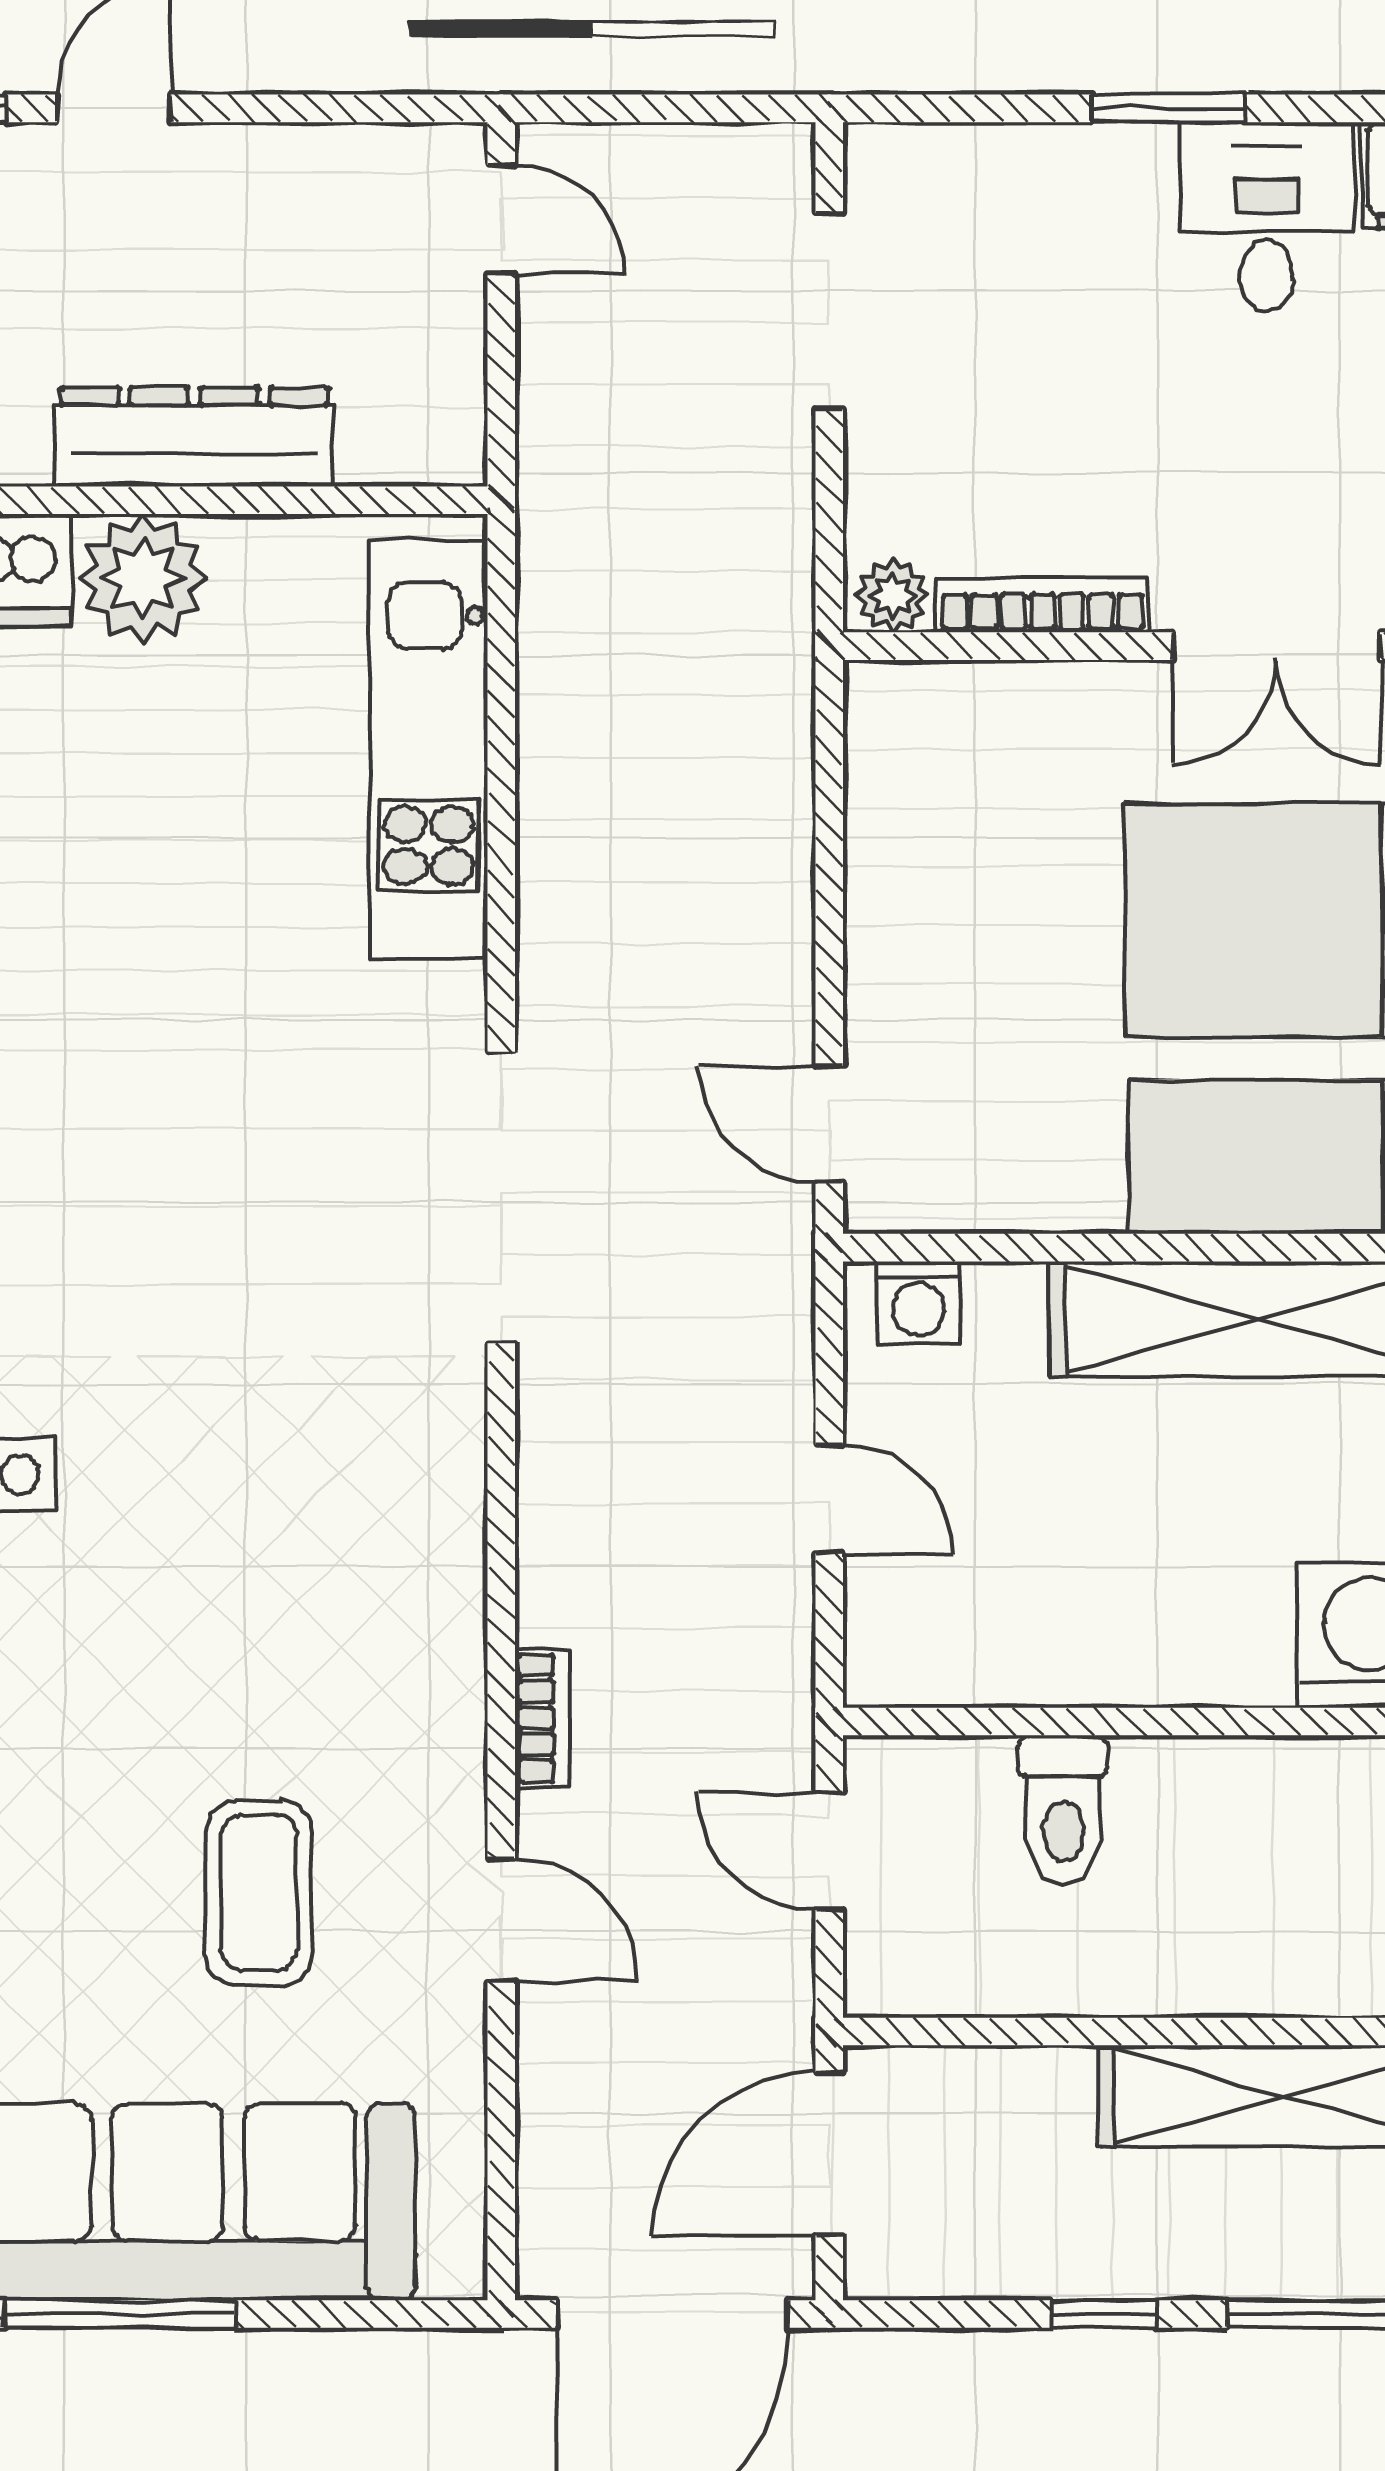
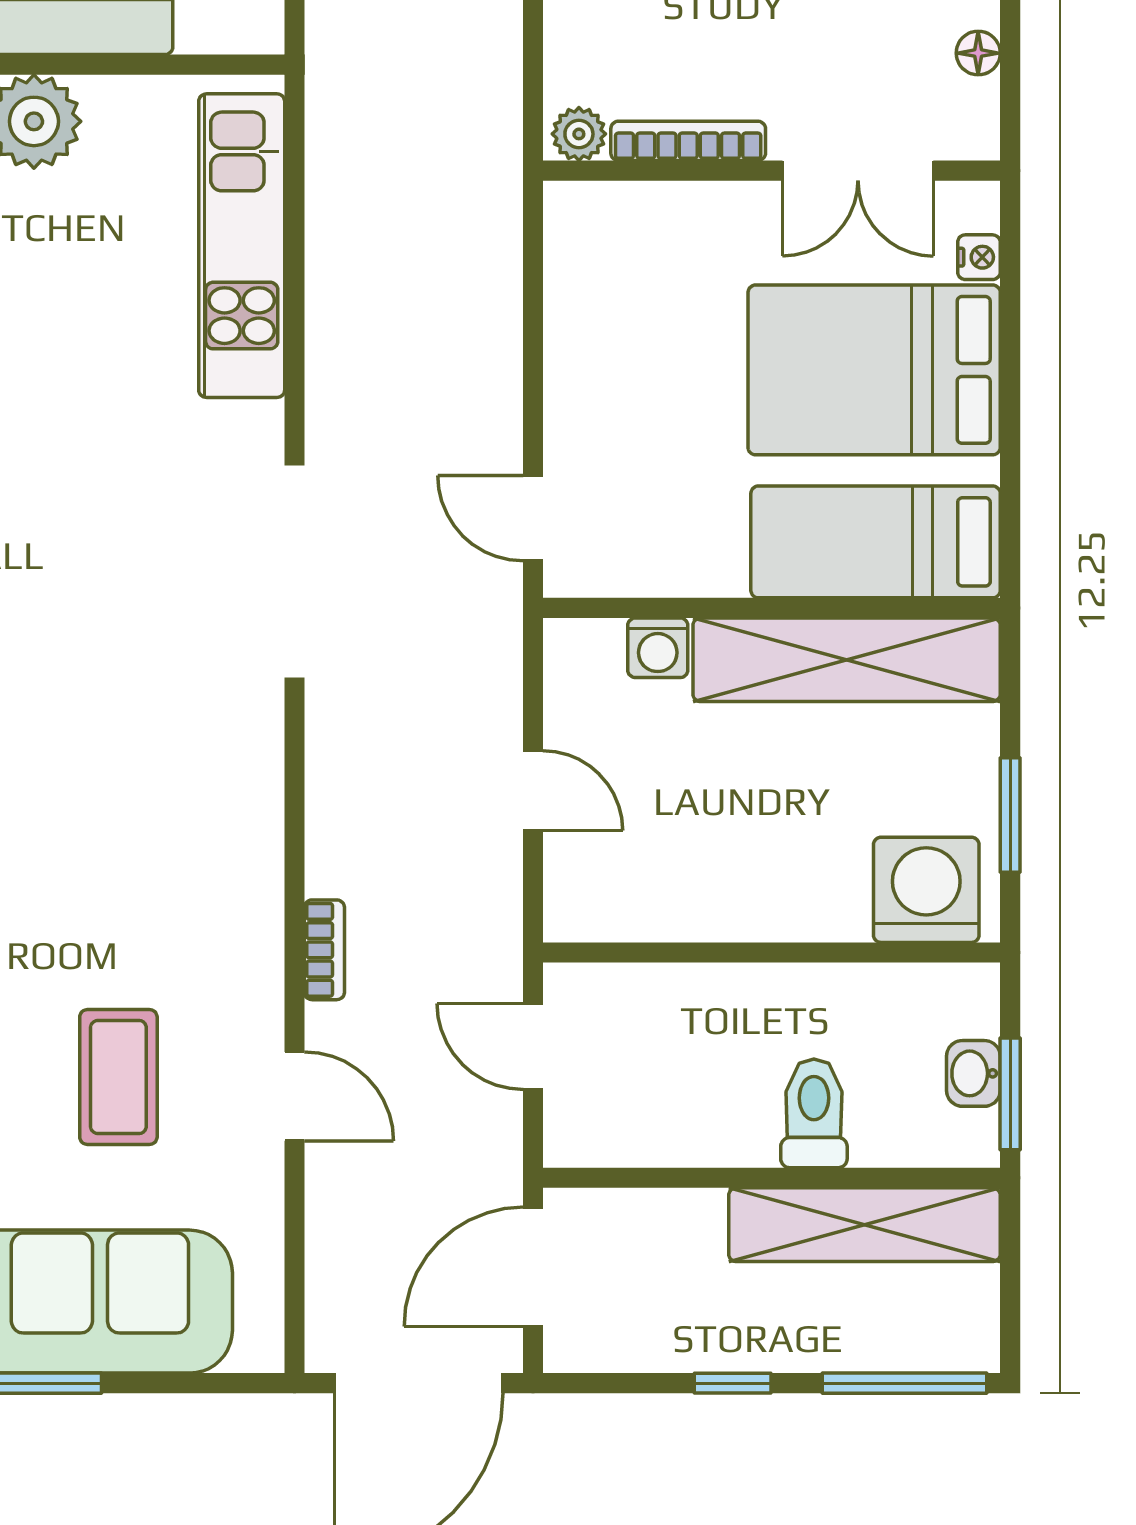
washing machine: (918, 1302) -> (658, 648), moved
toilet: (1063, 1810) -> (814, 1113), moved, turned 180

